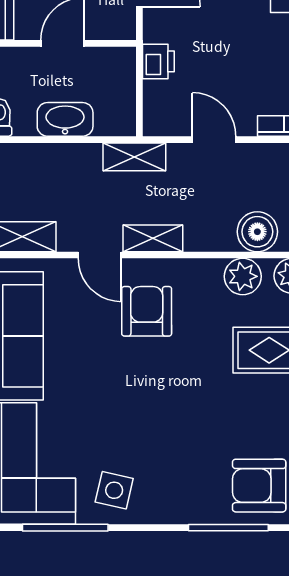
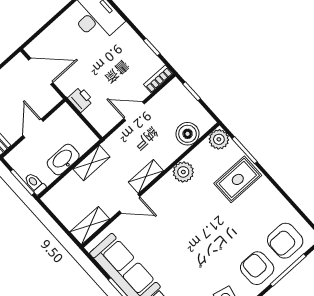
shelving: (134, 157) -> (91, 163), moved
plant: (243, 276) -> (183, 172), moved
armchair: (147, 311) -> (257, 268), moved

